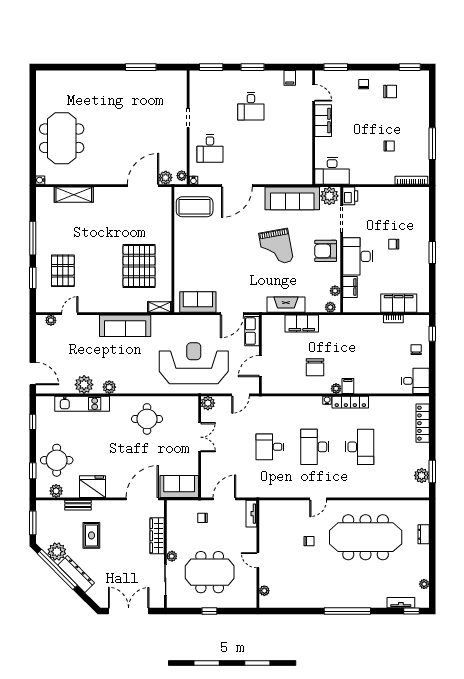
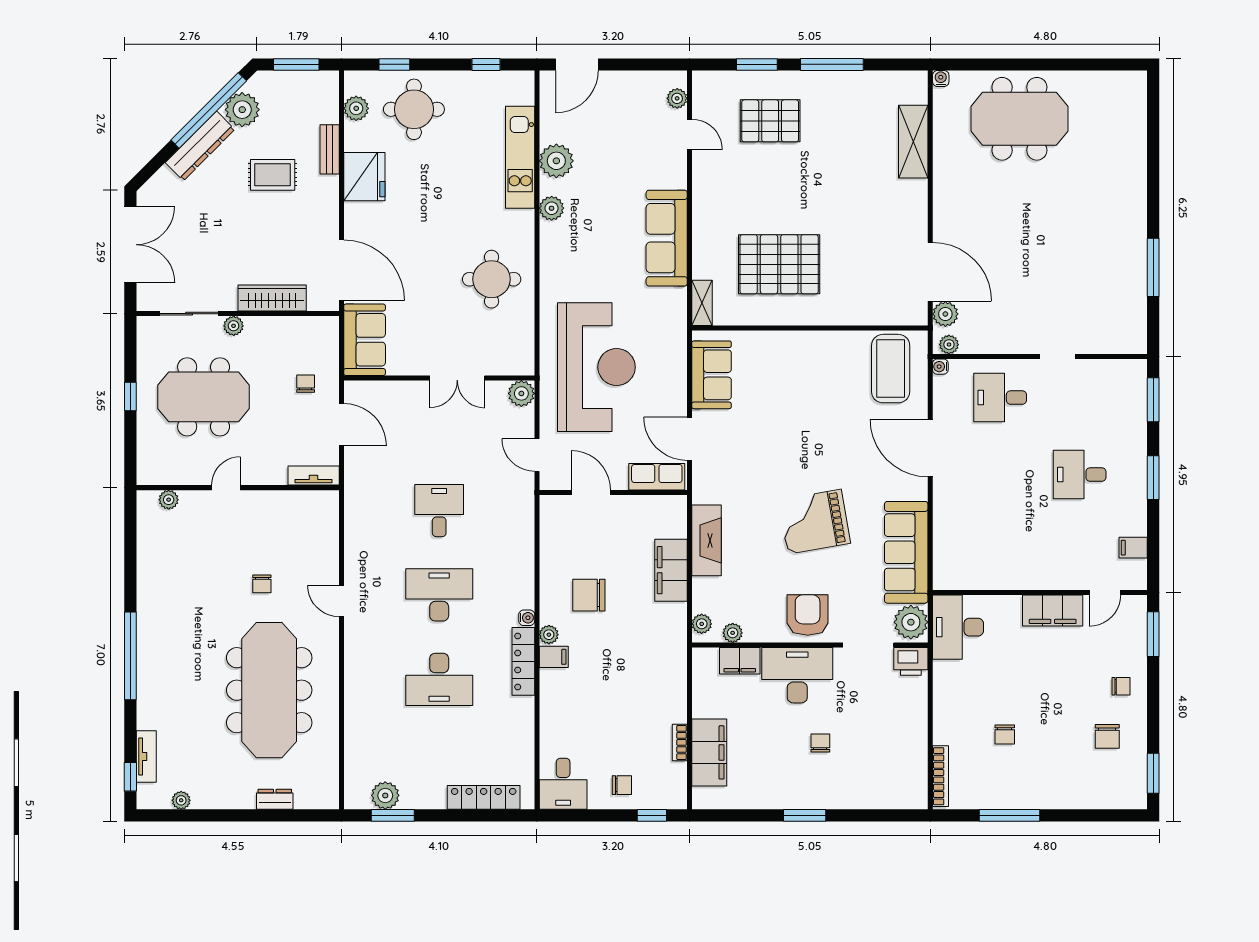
meeting table: (210, 572) -> (204, 397), turned 90

